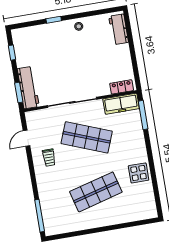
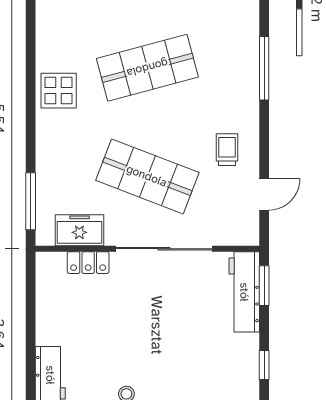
locker: (122, 87) -> (88, 263), moved
freezer: (121, 104) -> (79, 230), width x0.71
window: (40, 216) -> (264, 68), moved

